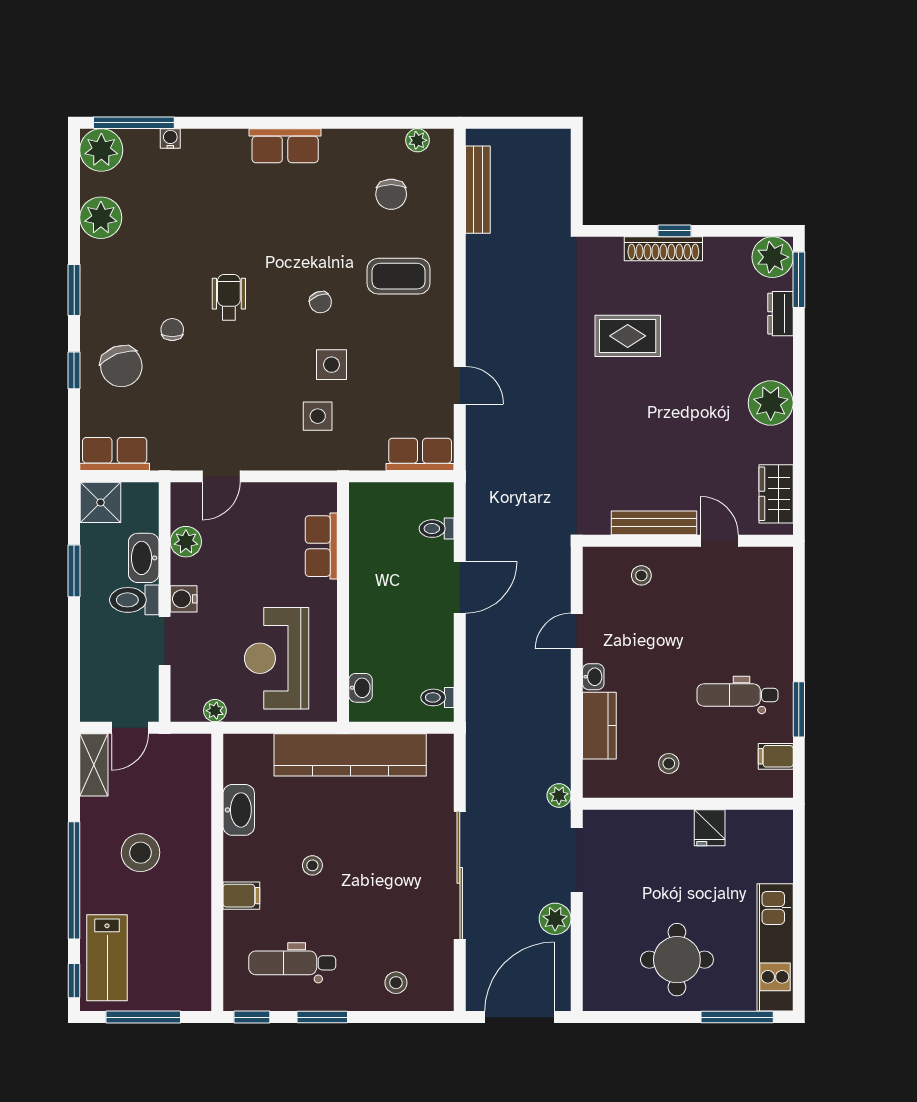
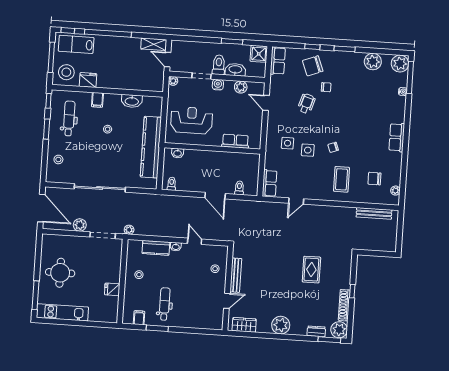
shoe rack: (663, 249) -> (344, 305), moved
wheelchair: (229, 297) -> (306, 104), moved, turned -73
plant: (215, 711) -> (173, 81), moved
stool: (140, 853) -> (66, 72), moved
fridge: (194, 922) -> (88, 80), added

